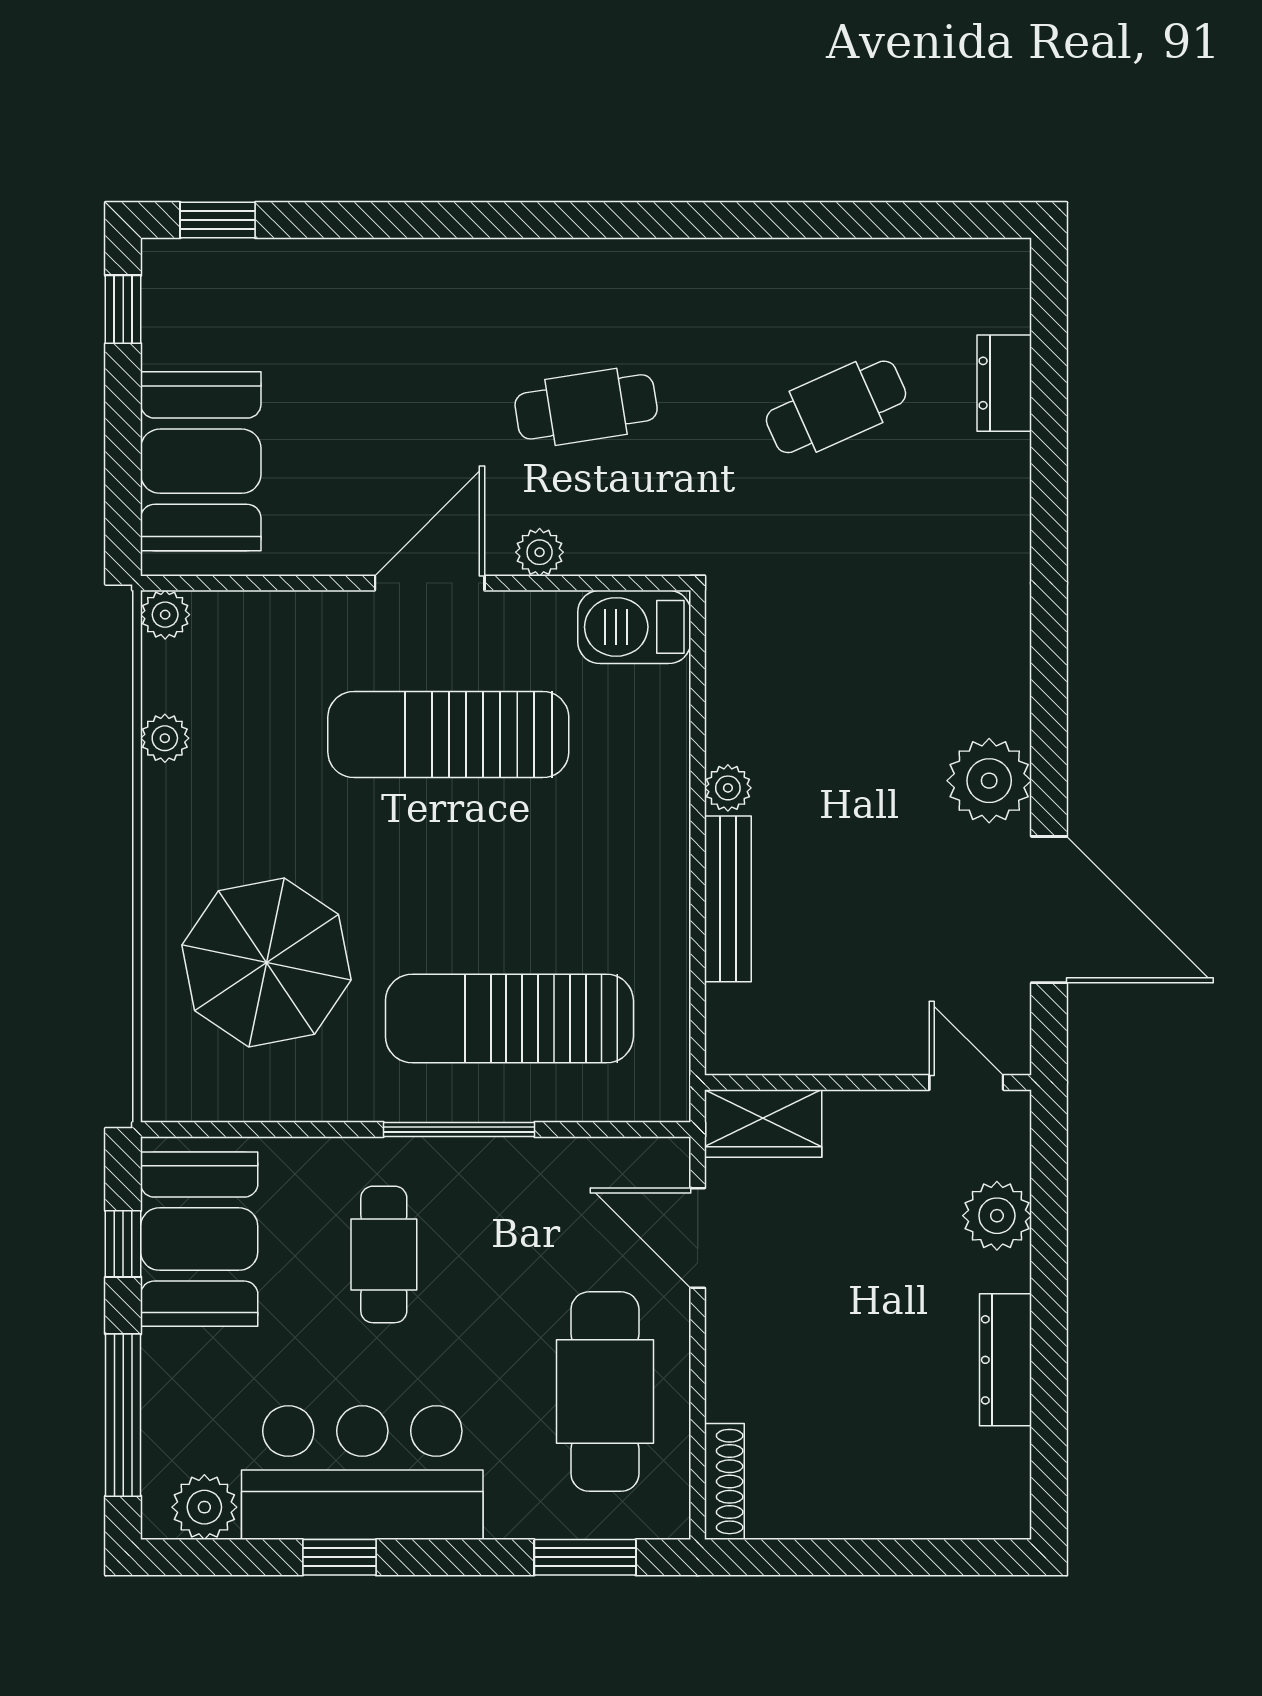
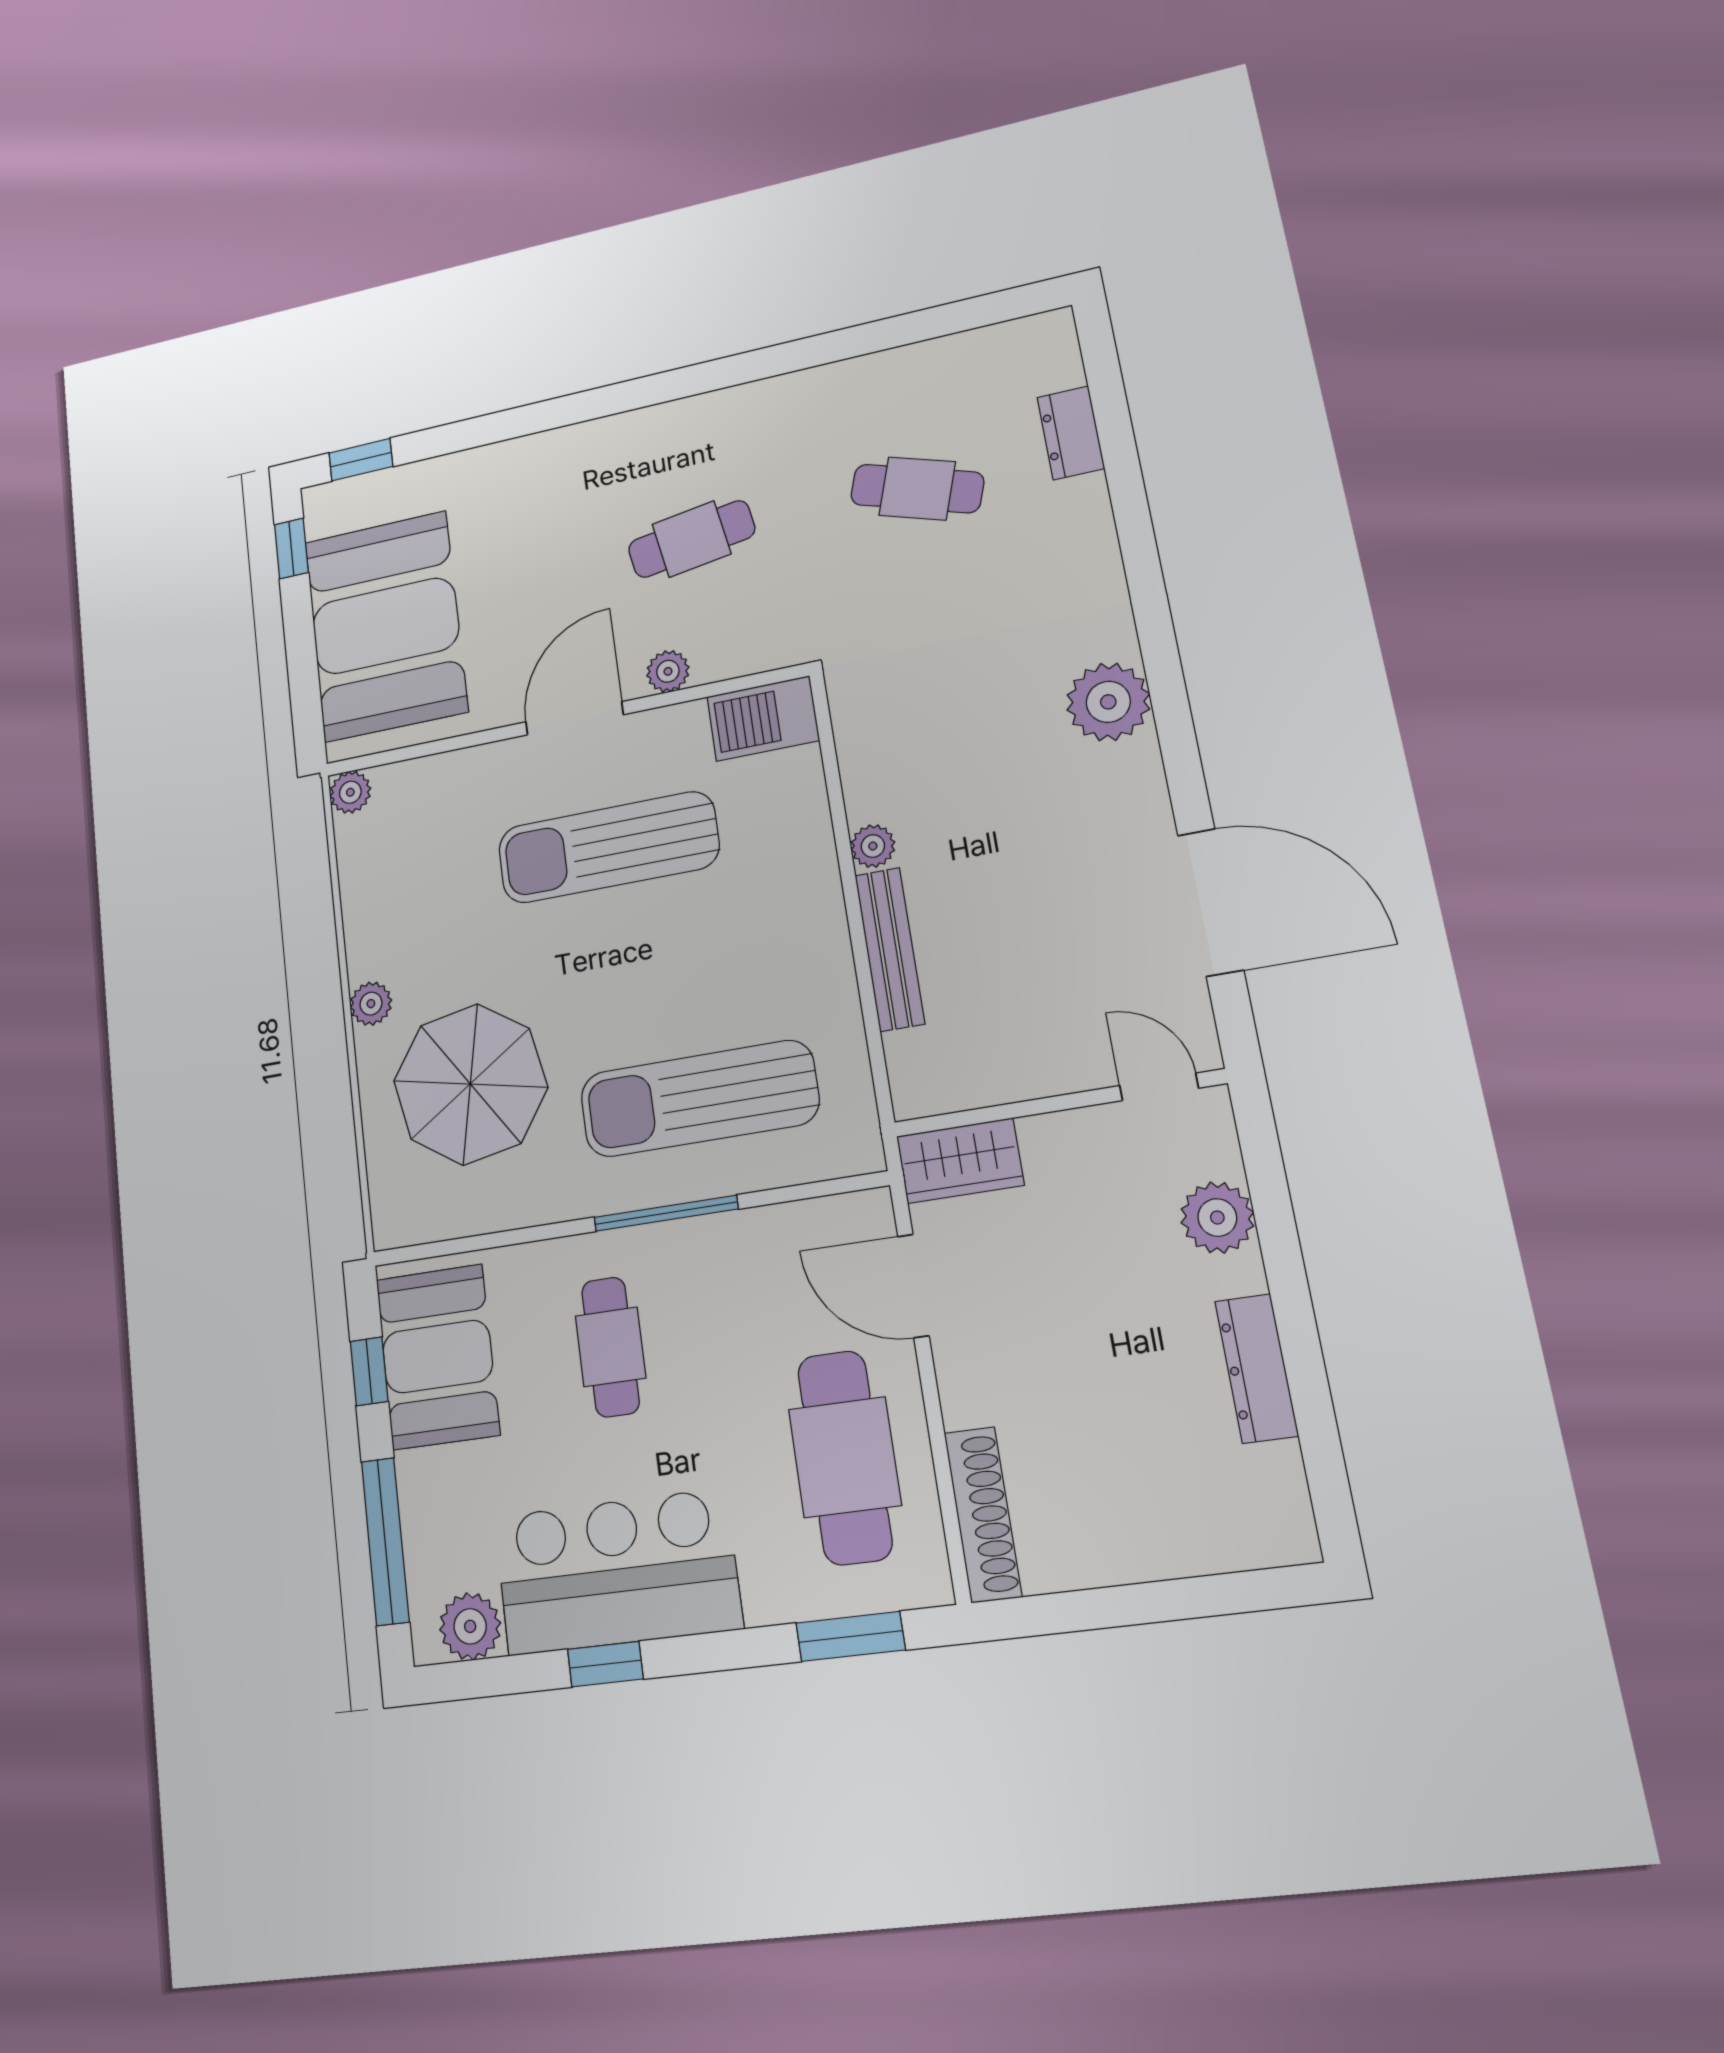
cafe table: (836, 407) -> (917, 489), turned 42
booth: (201, 461) -> (386, 626), width x1.36, depth x1.42
plant: (165, 738) -> (371, 1004), moved
plant: (989, 781) -> (1108, 702), moved
shoe rack: (724, 1482) -> (983, 1514), width x1.36, depth x1.24

